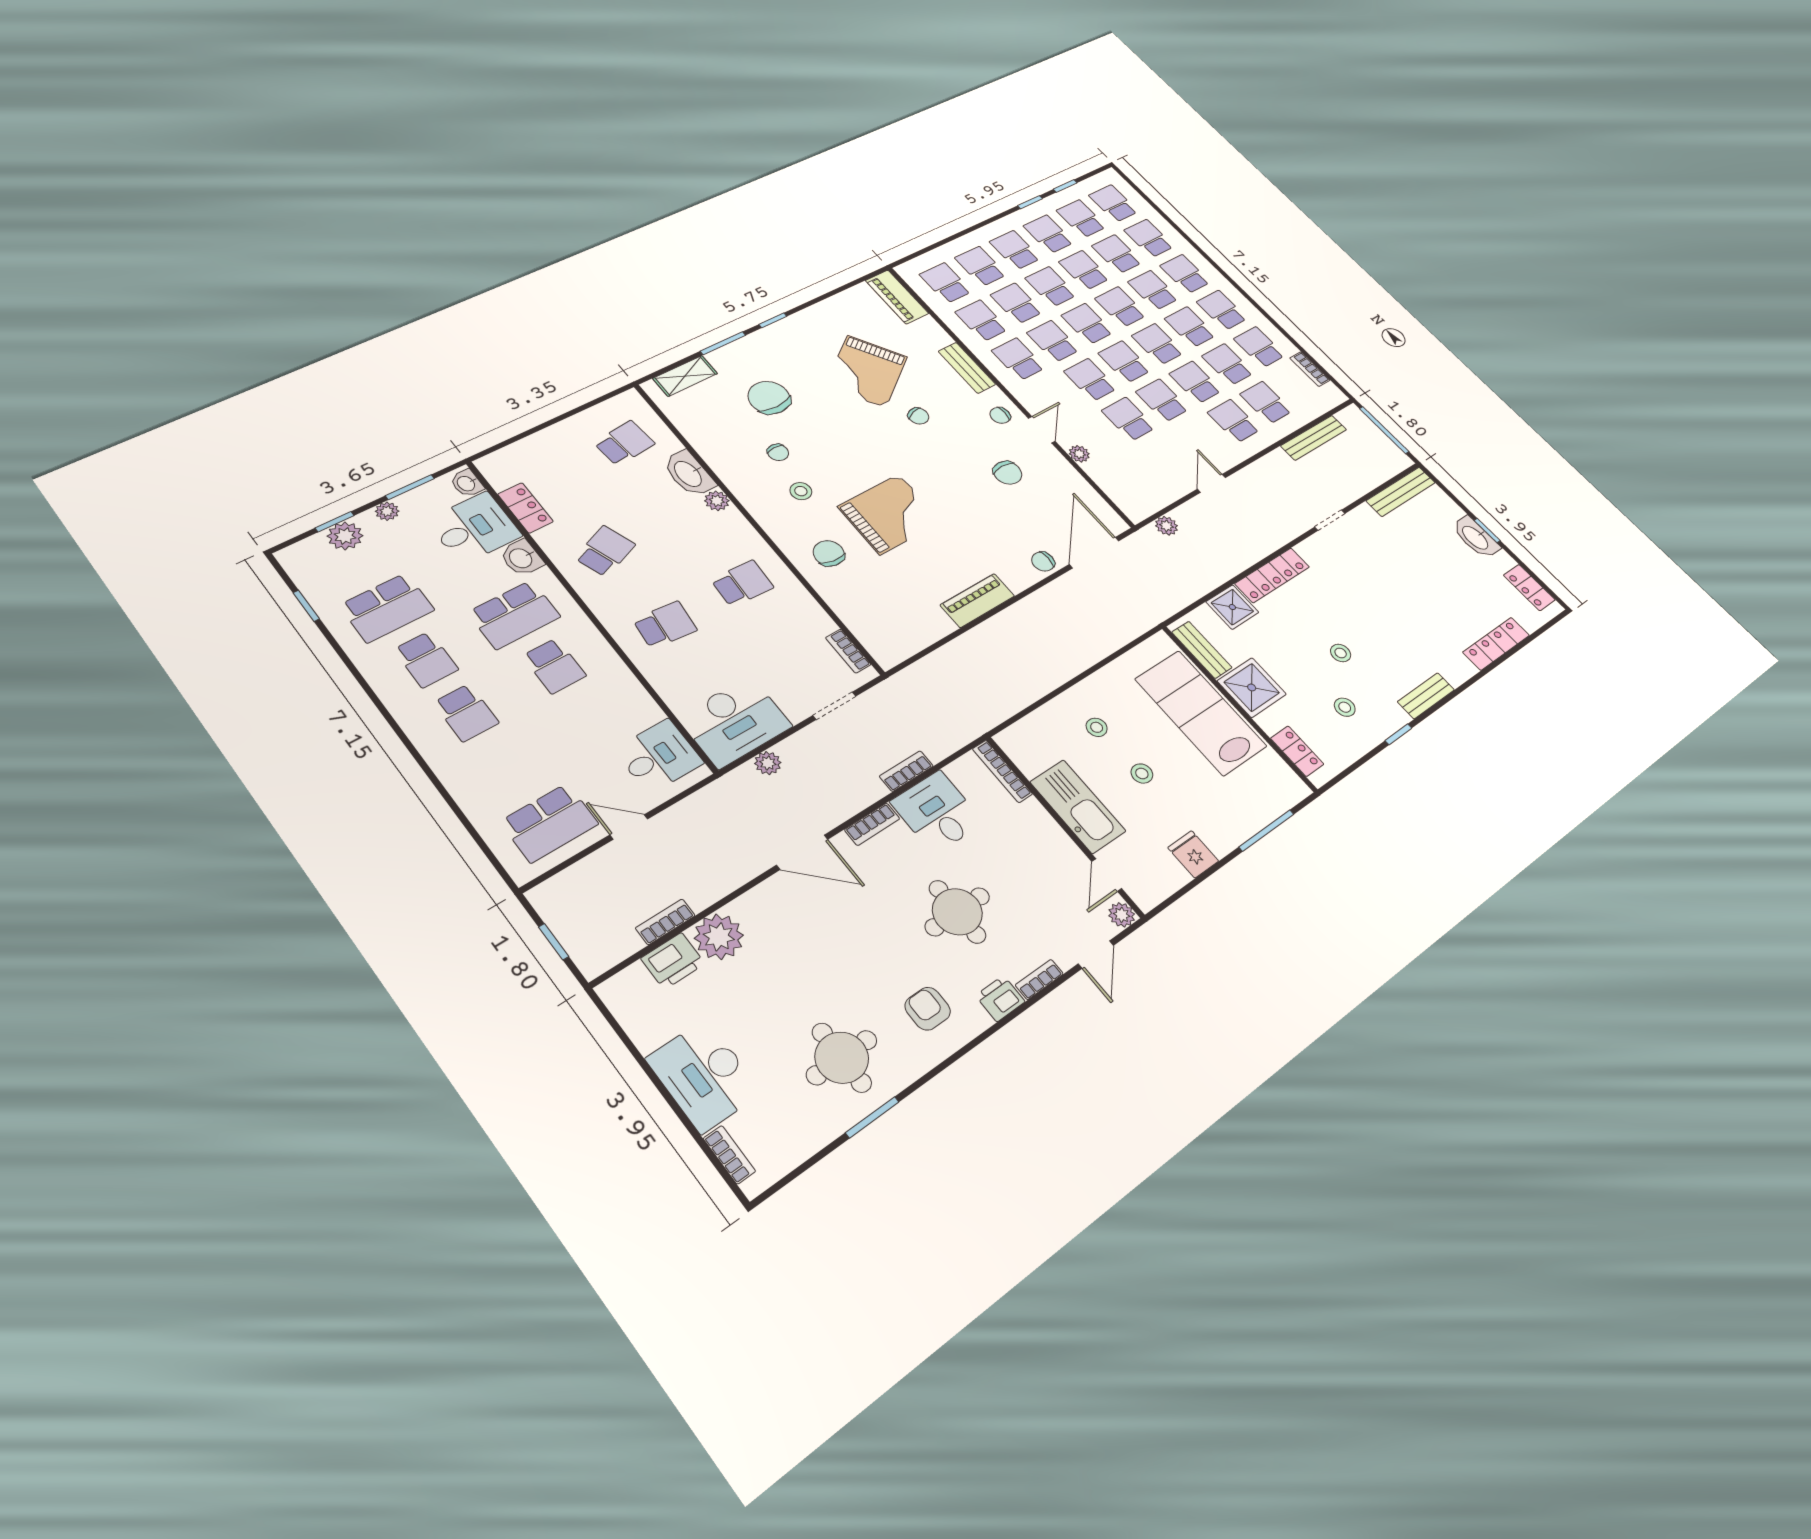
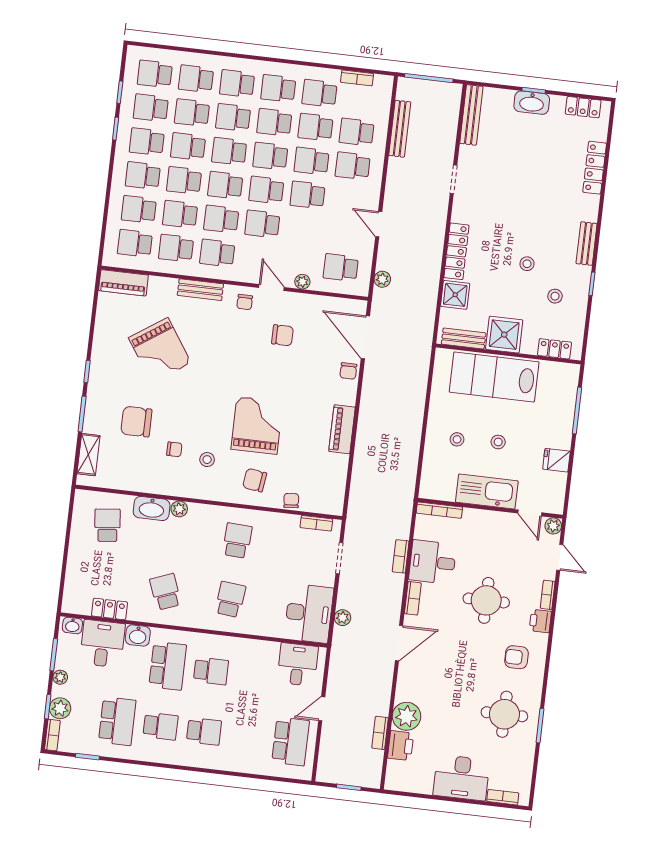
chair: (918, 416) -> (291, 501), moved, turned -78
school desk: (1128, 419) -> (341, 268), moved
bookcase: (300, 550) -> (52, 735), added

